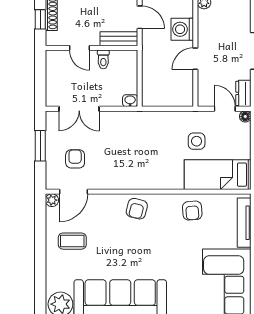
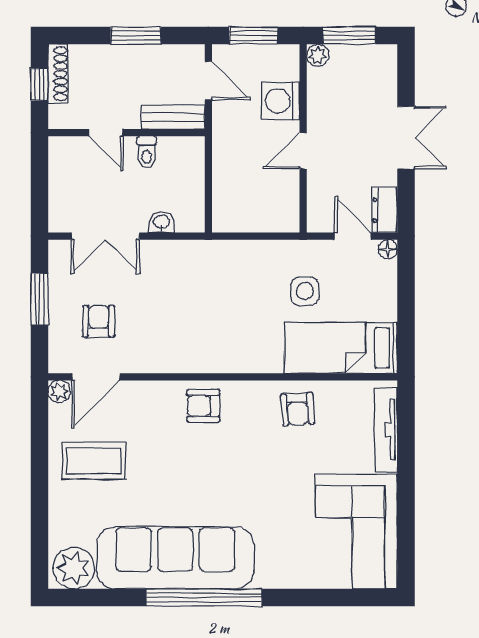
washbasin: (130, 101) -> (162, 222), moved
armchair: (137, 209) -> (203, 406), turned 76
coffee table: (72, 241) -> (94, 461), width x1.36, depth x1.30

